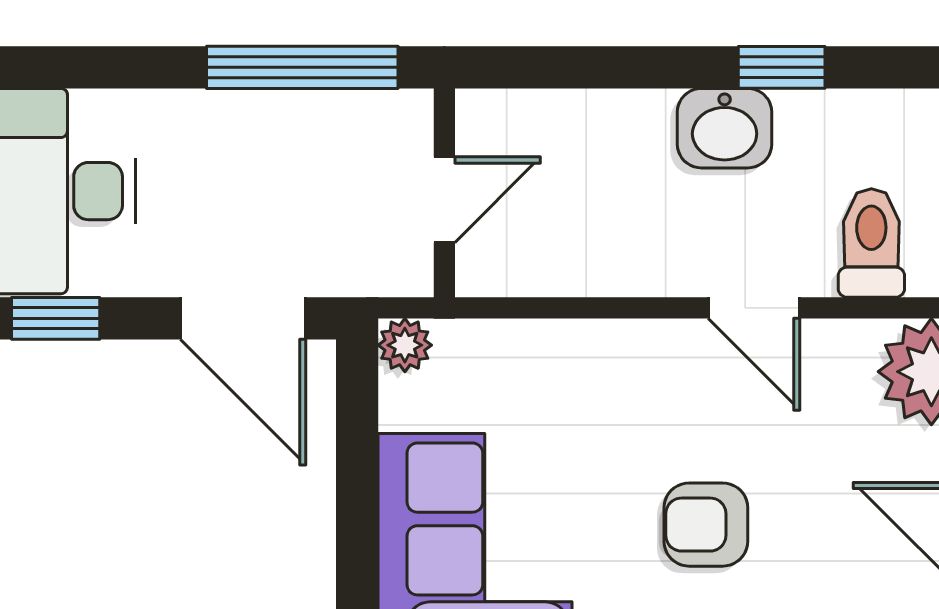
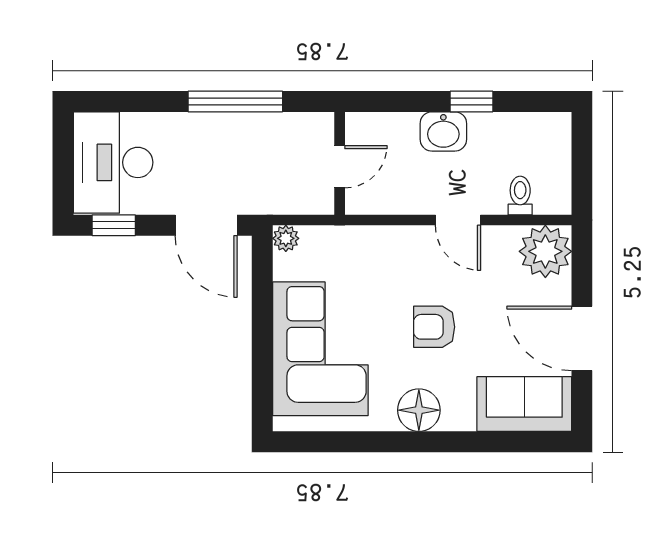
wall: (444, 193) -> (340, 163), moved
door: (444, 200) -> (340, 167), moved
toilet: (871, 243) -> (520, 196), width x0.73, depth x0.72

